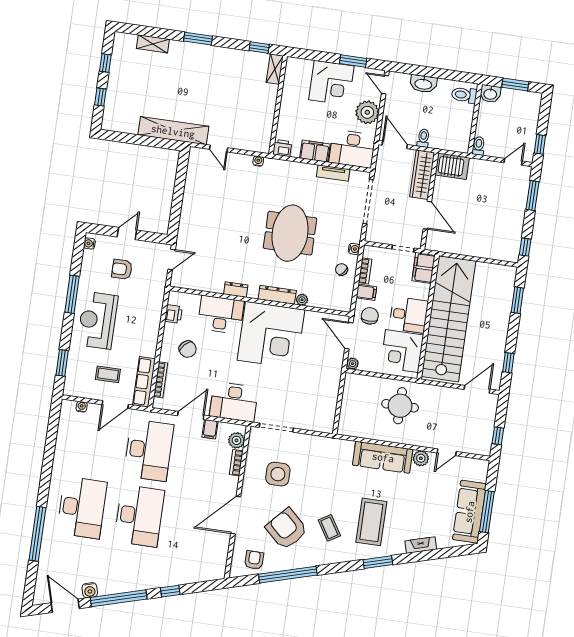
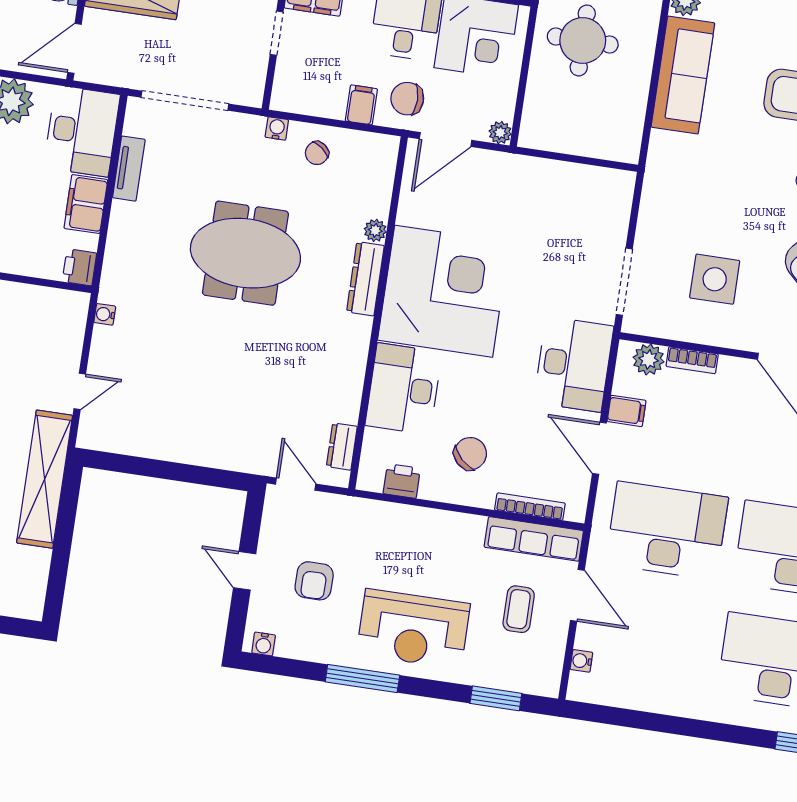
bookcase: (365, 271) -> (320, 107), removed
dresser: (236, 290) -> (342, 446), moved

